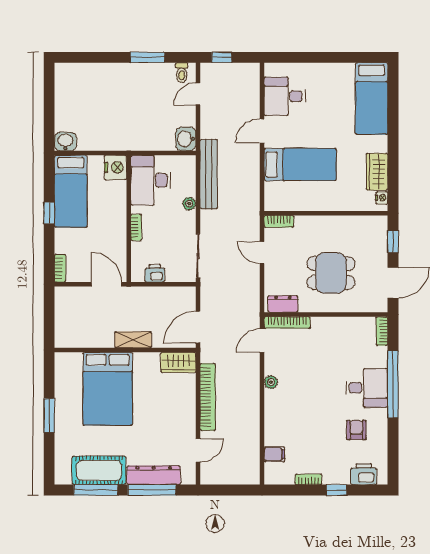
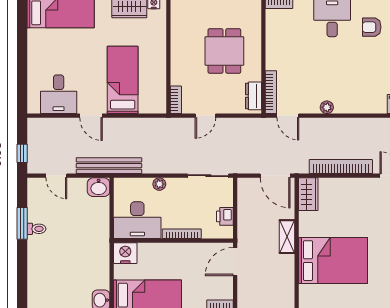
toilet: (182, 73) -> (36, 229), moved
bench: (209, 174) -> (109, 166), moved
bookcase: (136, 227) -> (182, 234), width x1.56

